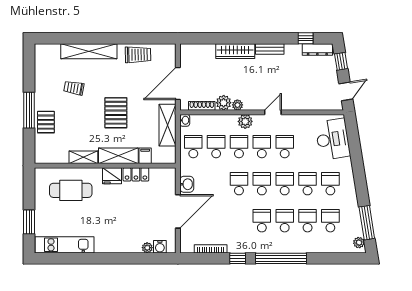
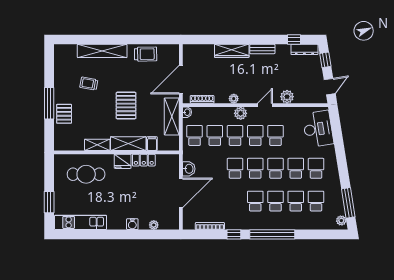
plant: (224, 103) -> (287, 97), moved
water cooler: (160, 247) -> (132, 224), moved

